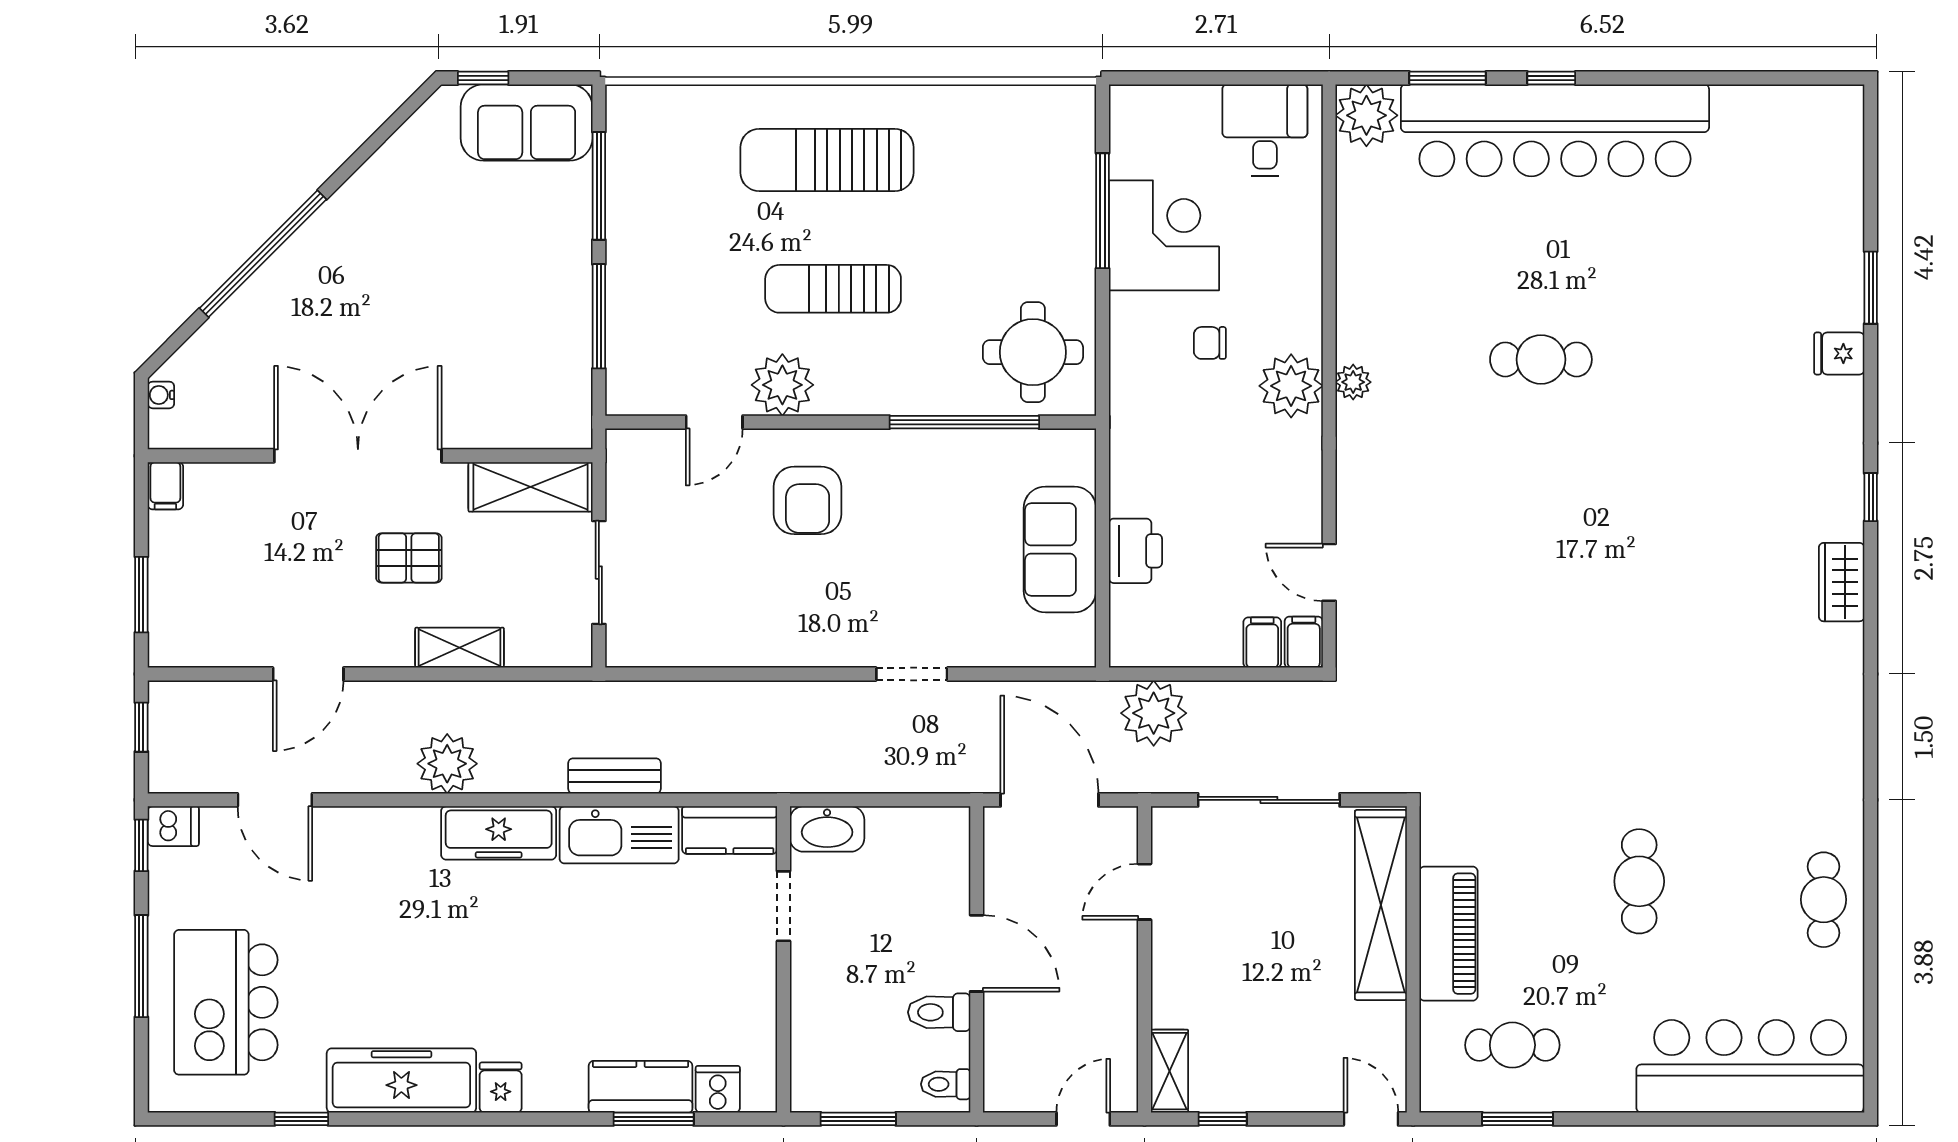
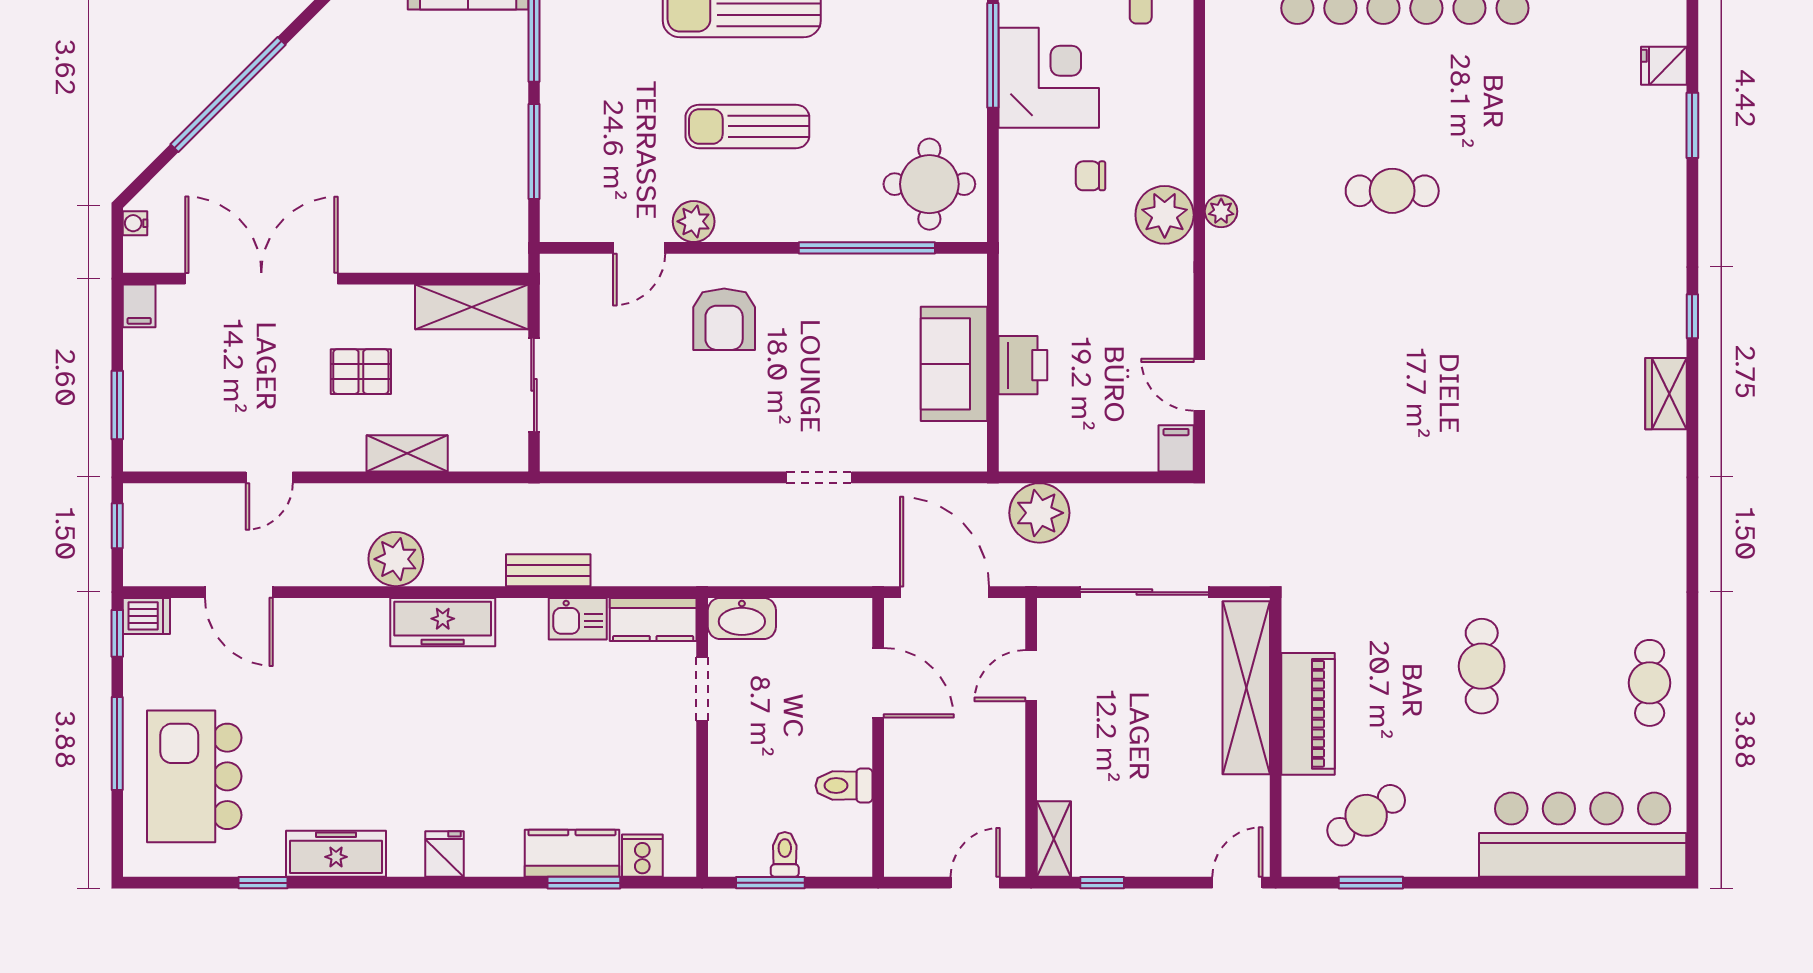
fridge: (1839, 353) -> (1664, 66), moved
plant: (782, 385) -> (694, 221), width x0.73, depth x0.73
double door: (358, 456) -> (261, 279), moved
filing cabinet: (1262, 643) -> (1138, 449), removed
door: (308, 674) -> (269, 477), width x0.73
kitchen sink: (619, 835) -> (578, 619), width x0.53, depth x0.81
door: (977, 953) -> (878, 683), moved
cafe table: (1512, 1045) -> (1366, 815), turned -33
freezer: (401, 1081) -> (336, 854), width x0.73, depth x0.79
toilet: (946, 1084) -> (785, 854), moved, turned 90
door: (1371, 1119) -> (1237, 883), hinge flipped

